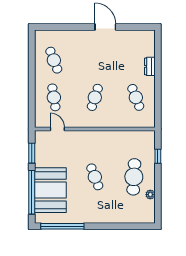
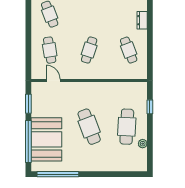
cafe table: (95, 177) -> (89, 127), width x1.37, depth x1.35

